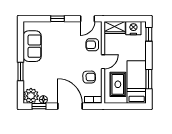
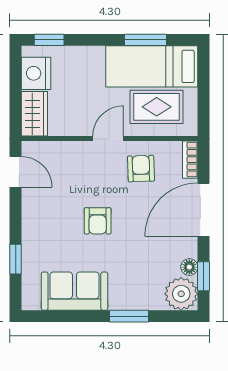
window: (58, 19) -> (16, 259), moved
armchair: (92, 45) -> (98, 221), moved
door: (103, 62) -> (108, 139), hinge flipped

